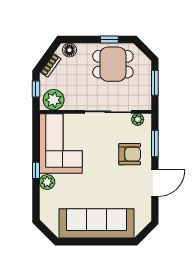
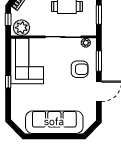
plant: (47, 182) -> (17, 91), removed

